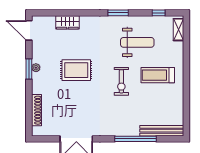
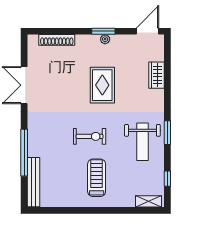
weight bench: (137, 42) -> (142, 142), moved
exercise bike: (121, 81) -> (90, 136), turned 180

